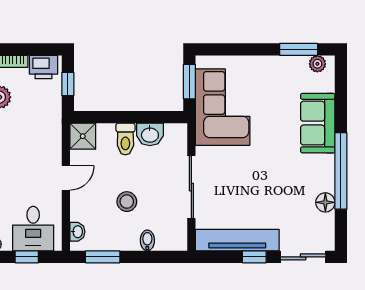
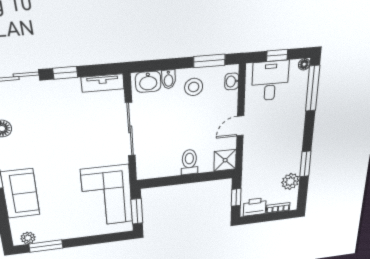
washbasin: (150, 134) -> (148, 82), moved, turned 180
stool: (127, 202) -> (194, 87), moved
tv unit: (237, 240) -> (103, 83), width x0.52, depth x0.78

